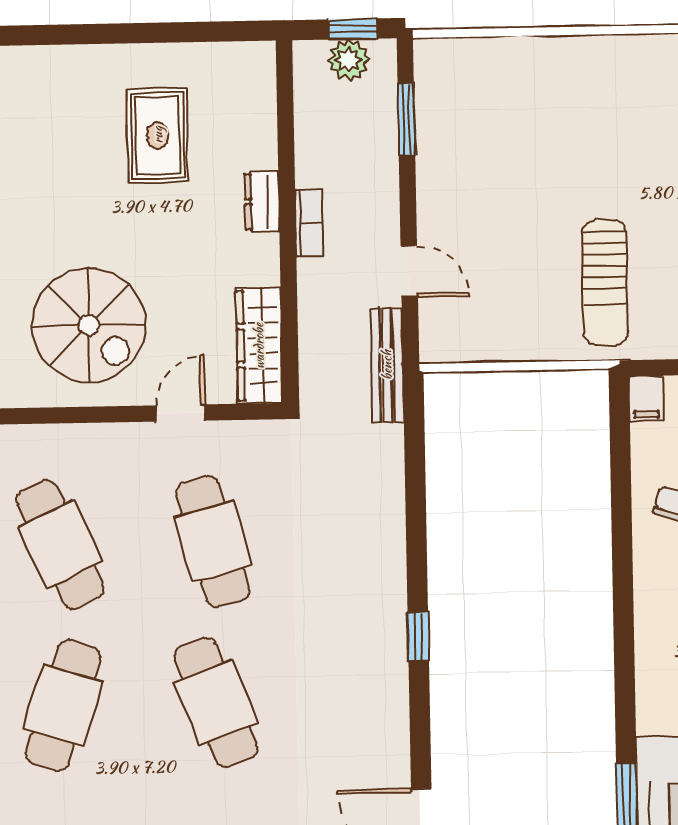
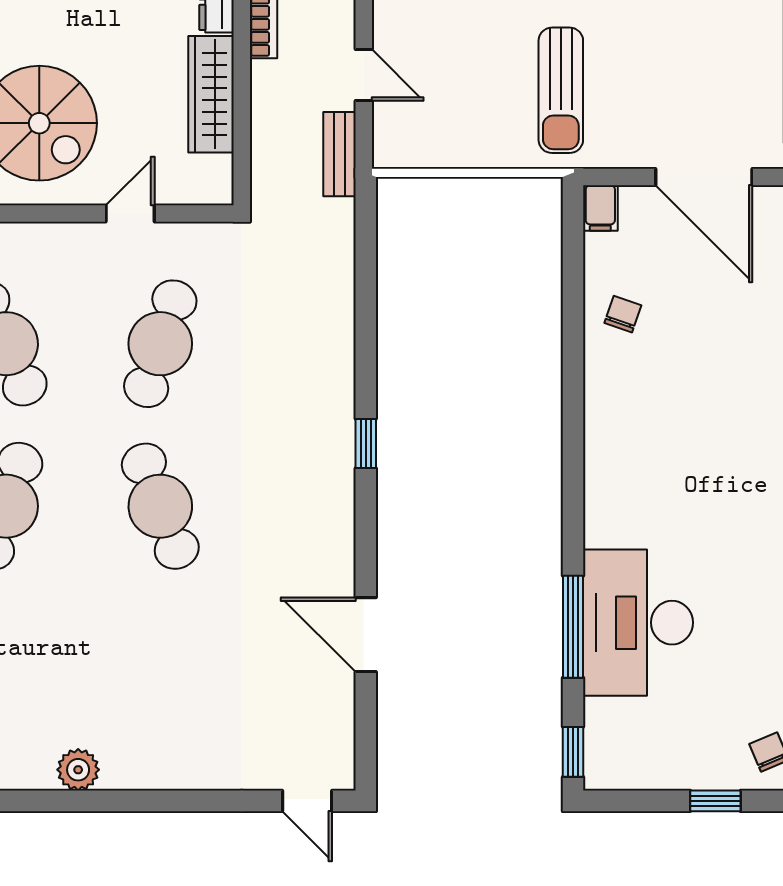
wardrobe: (259, 346) -> (211, 94), moved
bench: (387, 365) -> (339, 154), width x0.73
cafe table: (213, 541) -> (160, 344), turned 33

